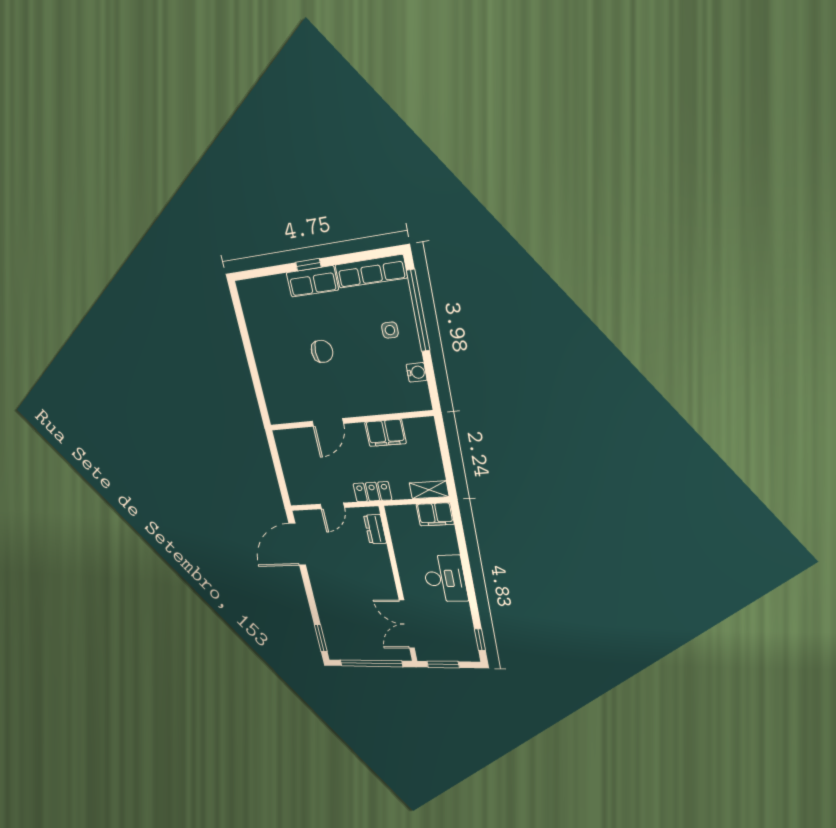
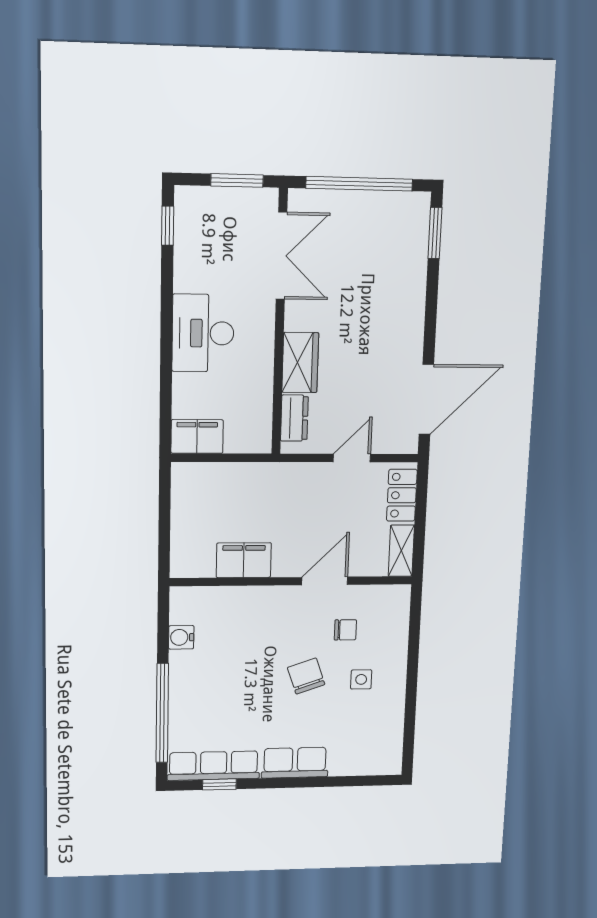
window: (308, 265) -> (219, 784), moved
side table: (390, 330) -> (361, 679), moved
chair: (322, 351) -> (306, 676), turned 71
chair: (305, 389) -> (345, 630), added
shelving: (429, 490) -> (401, 551), moved, turned 90
locker: (372, 492) -> (402, 495), moved, turned 90
wardrobe: (380, 563) -> (300, 363), added

